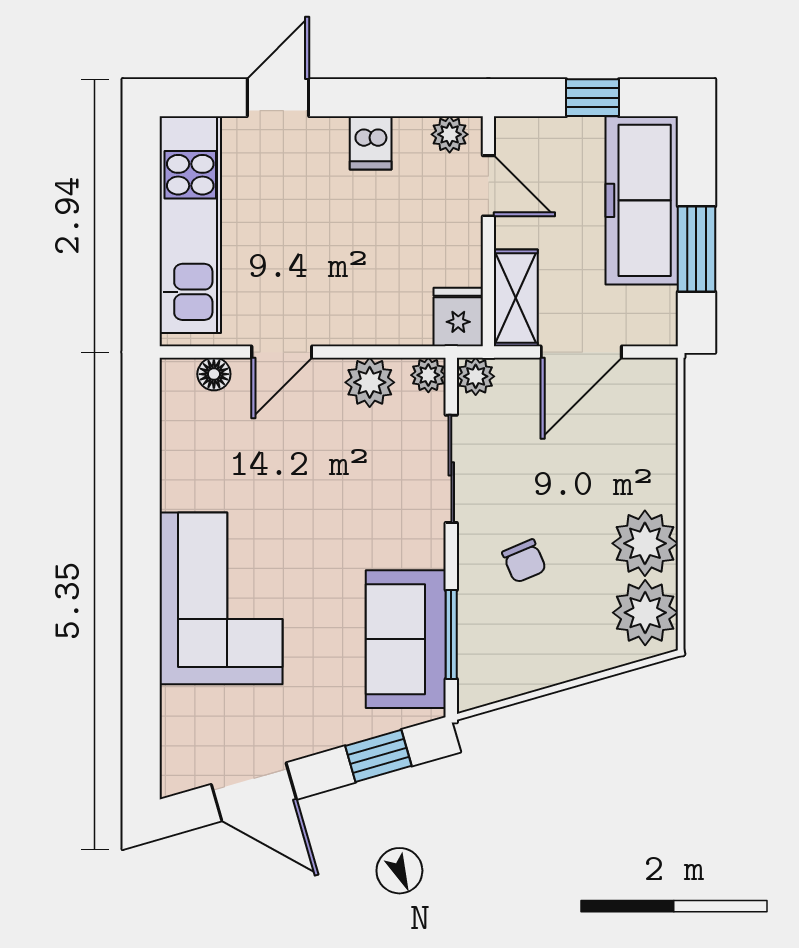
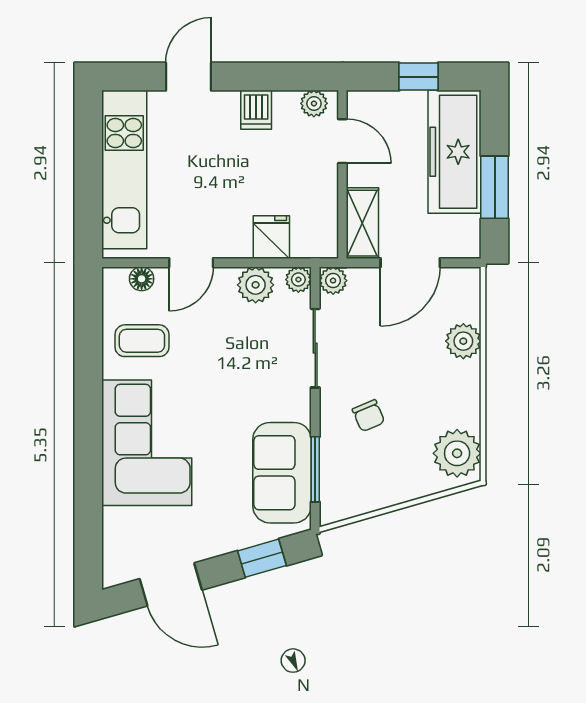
fridge: (458, 317) -> (271, 237), moved
coffee table: (214, 459) -> (142, 341), added
plant: (645, 543) -> (463, 341), moved, width x0.73, depth x0.73

